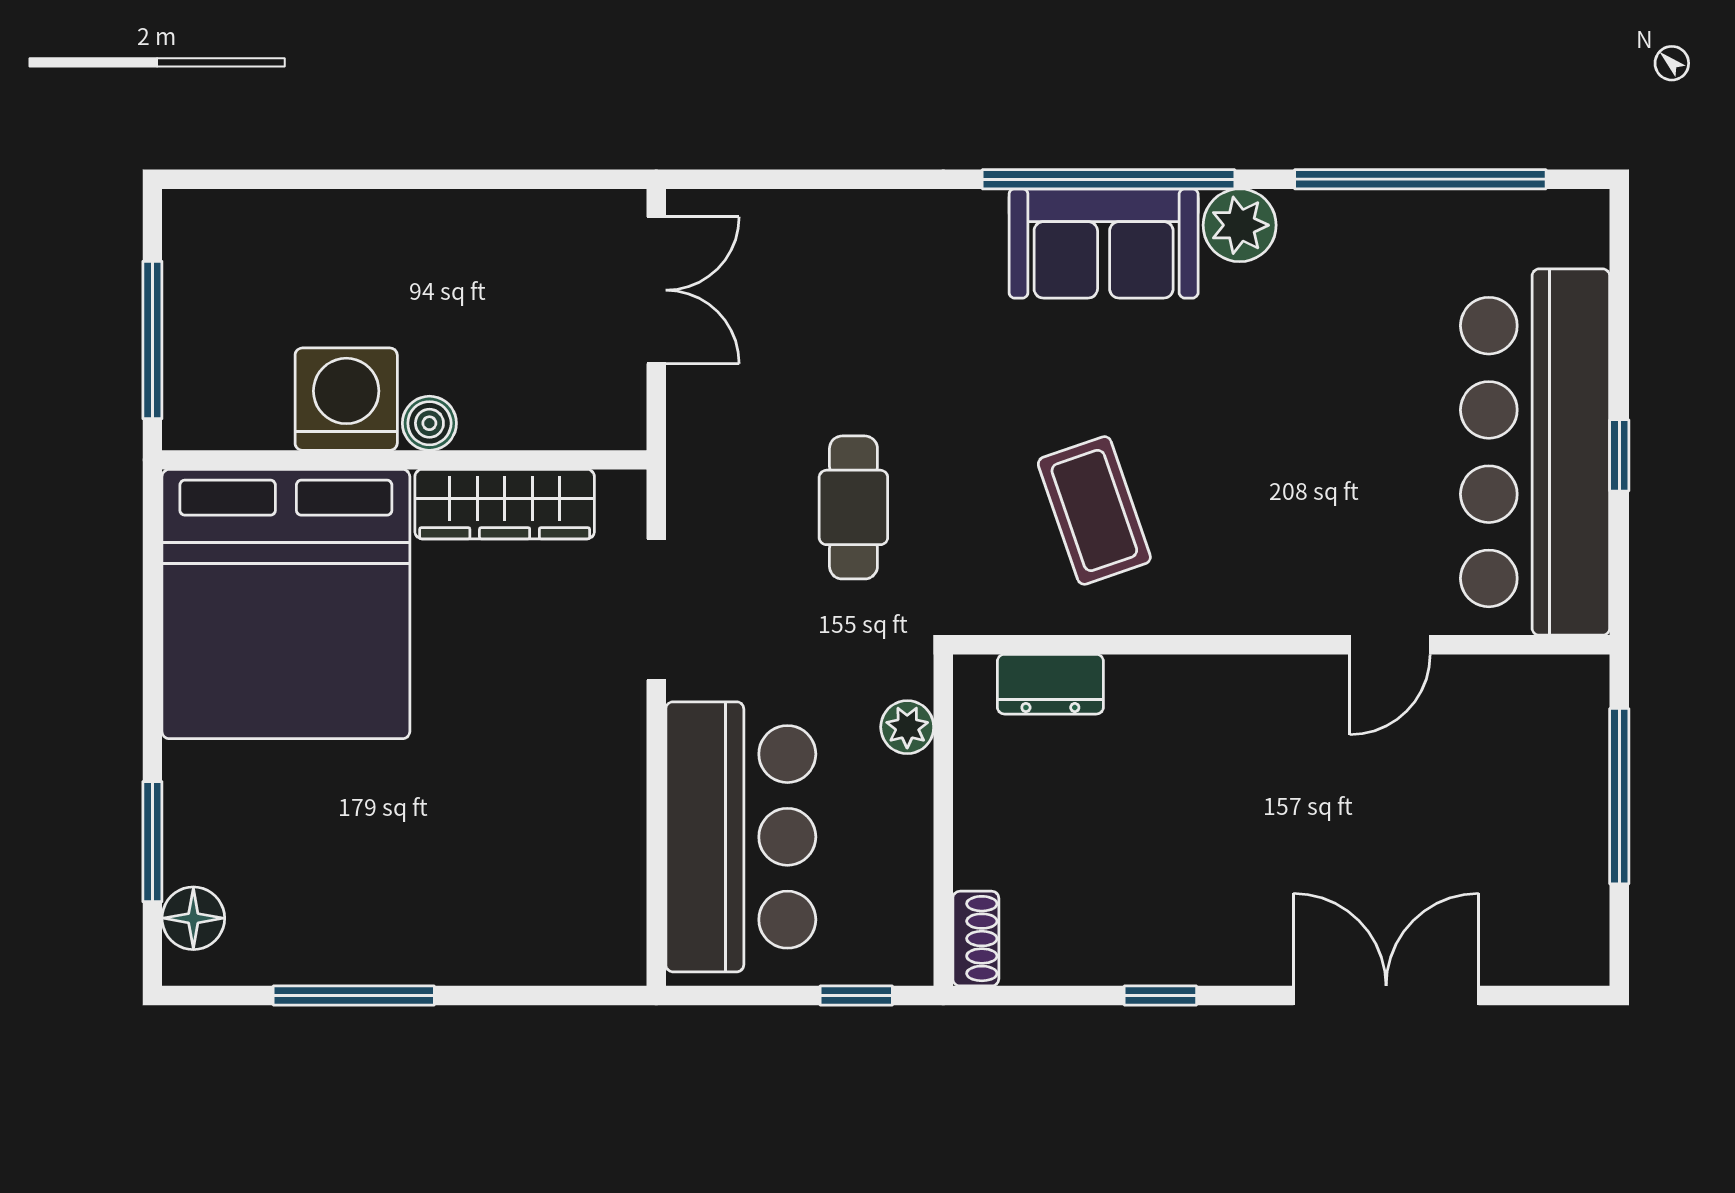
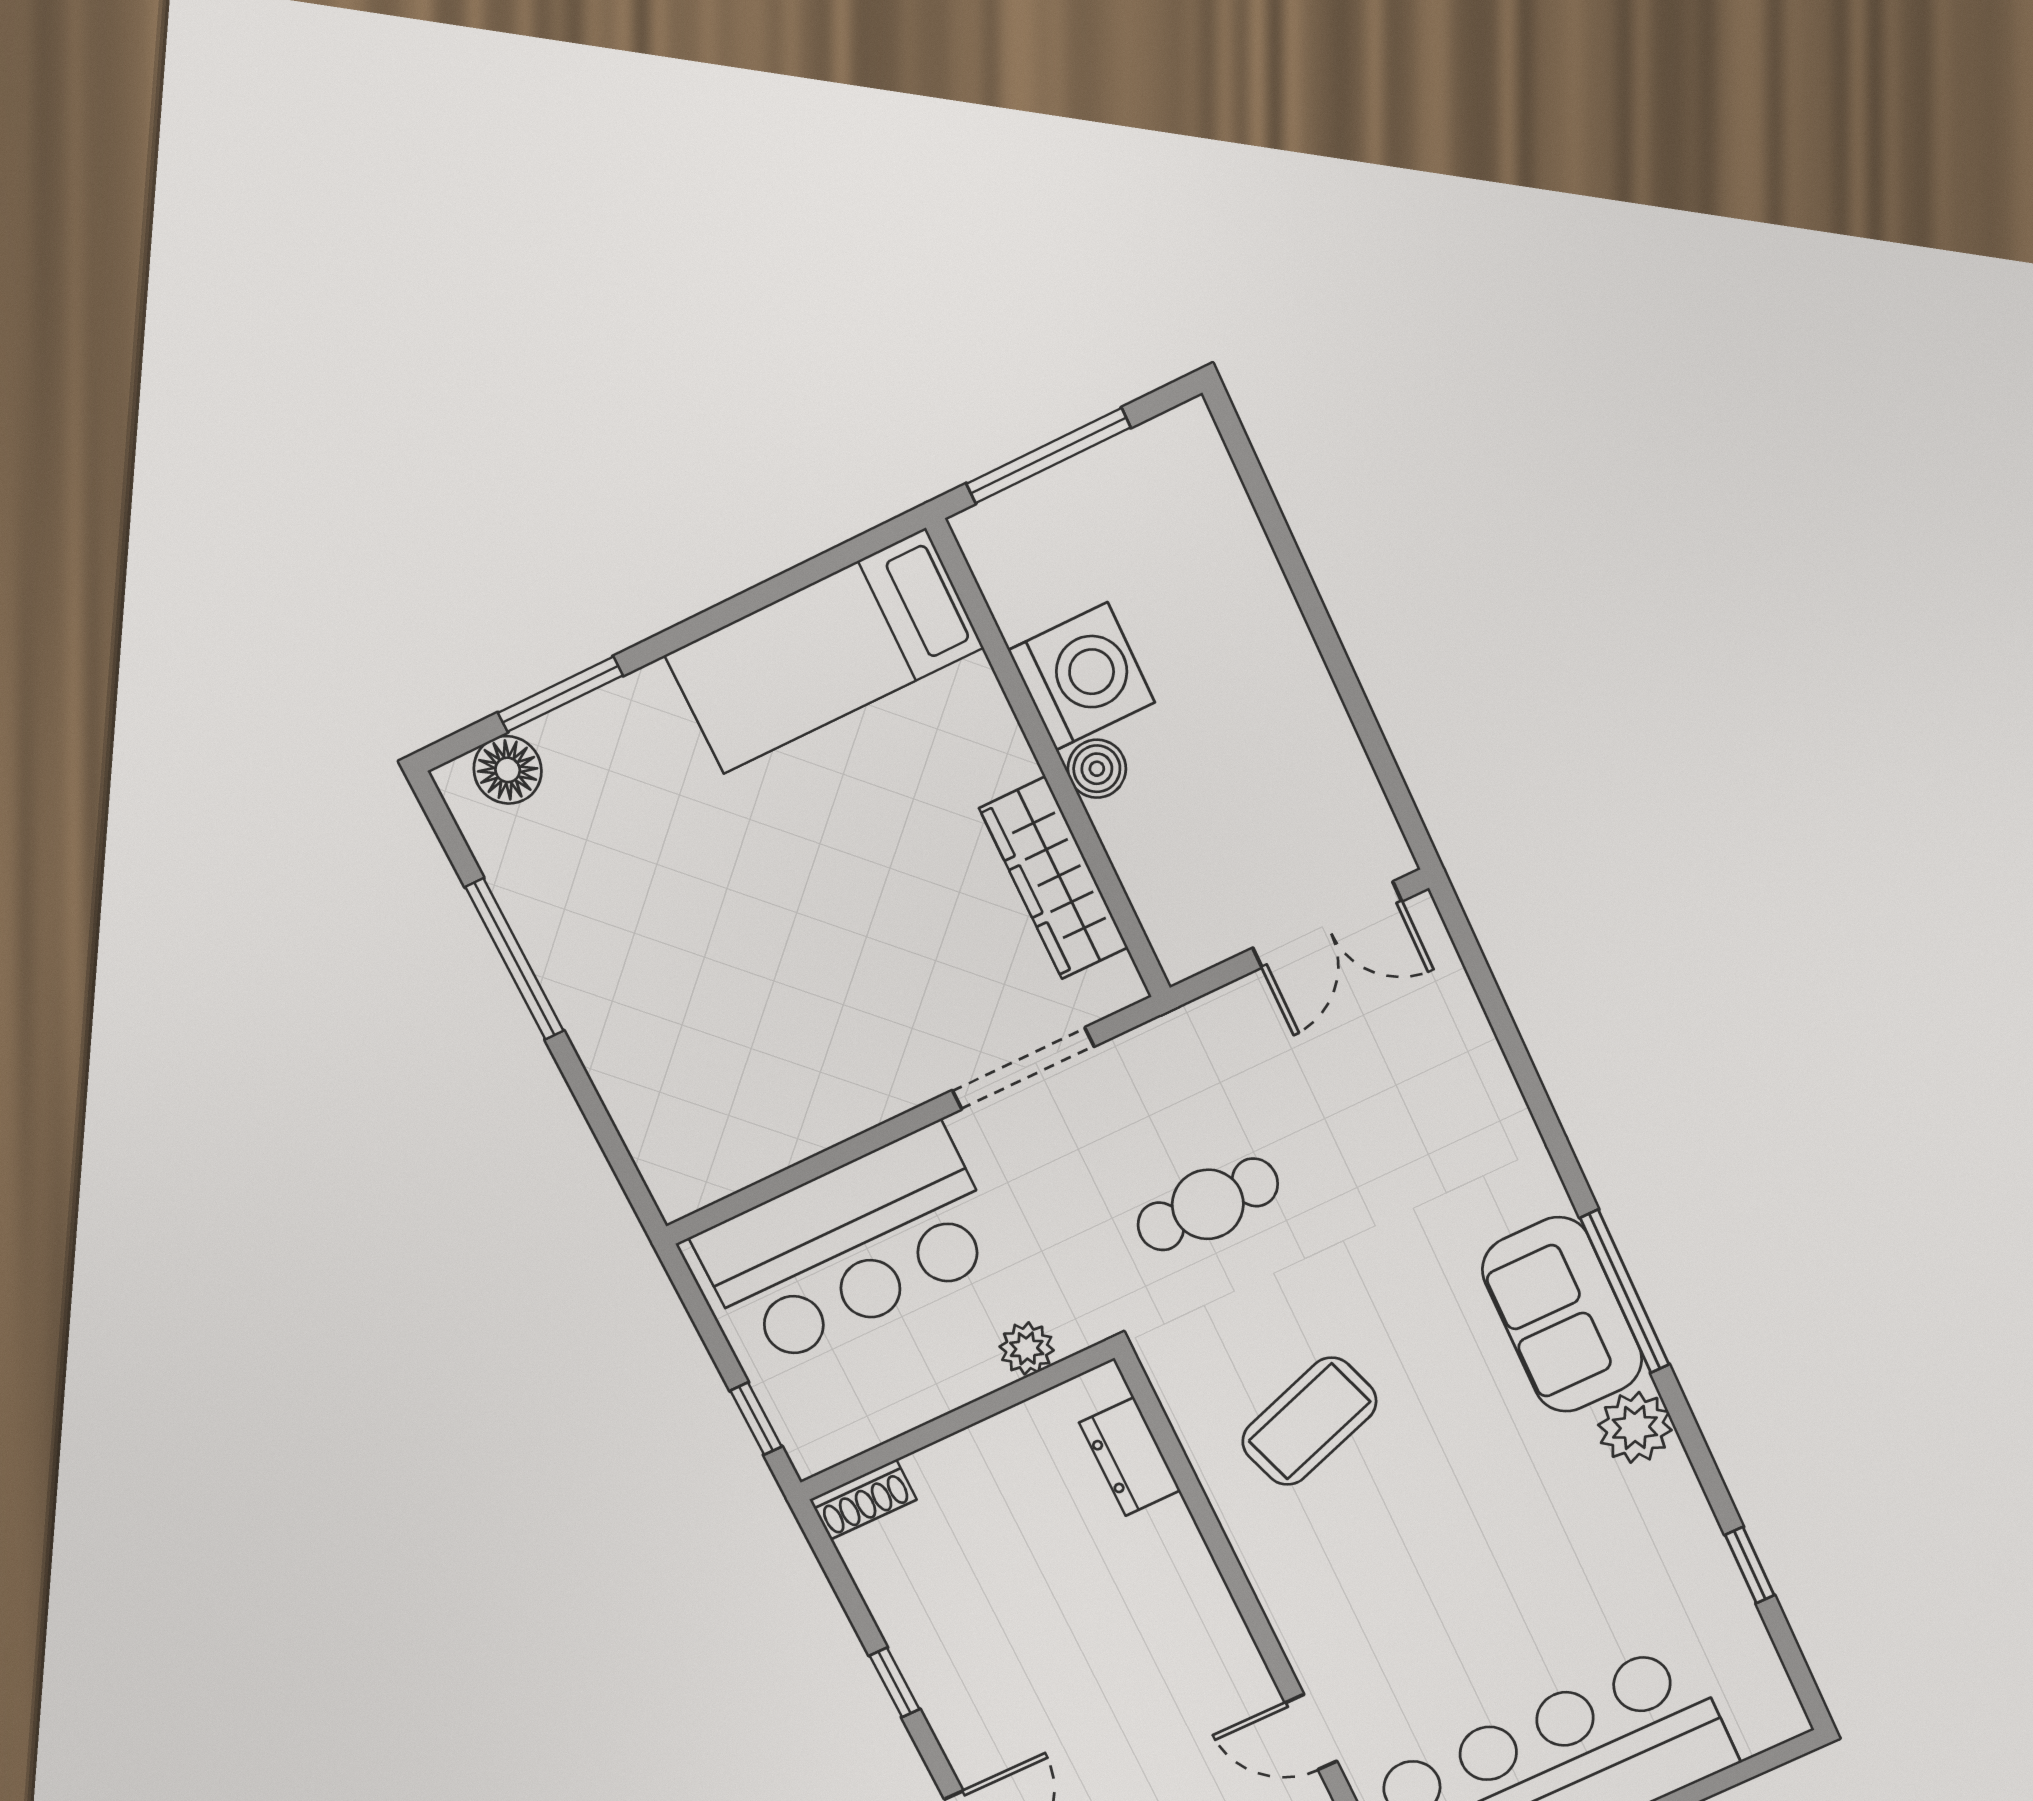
window: (1109, 179) -> (1625, 1291), width x0.68
window: (1420, 179) -> (1750, 1565), width x0.32
bed: (286, 604) -> (824, 651), width x0.49

